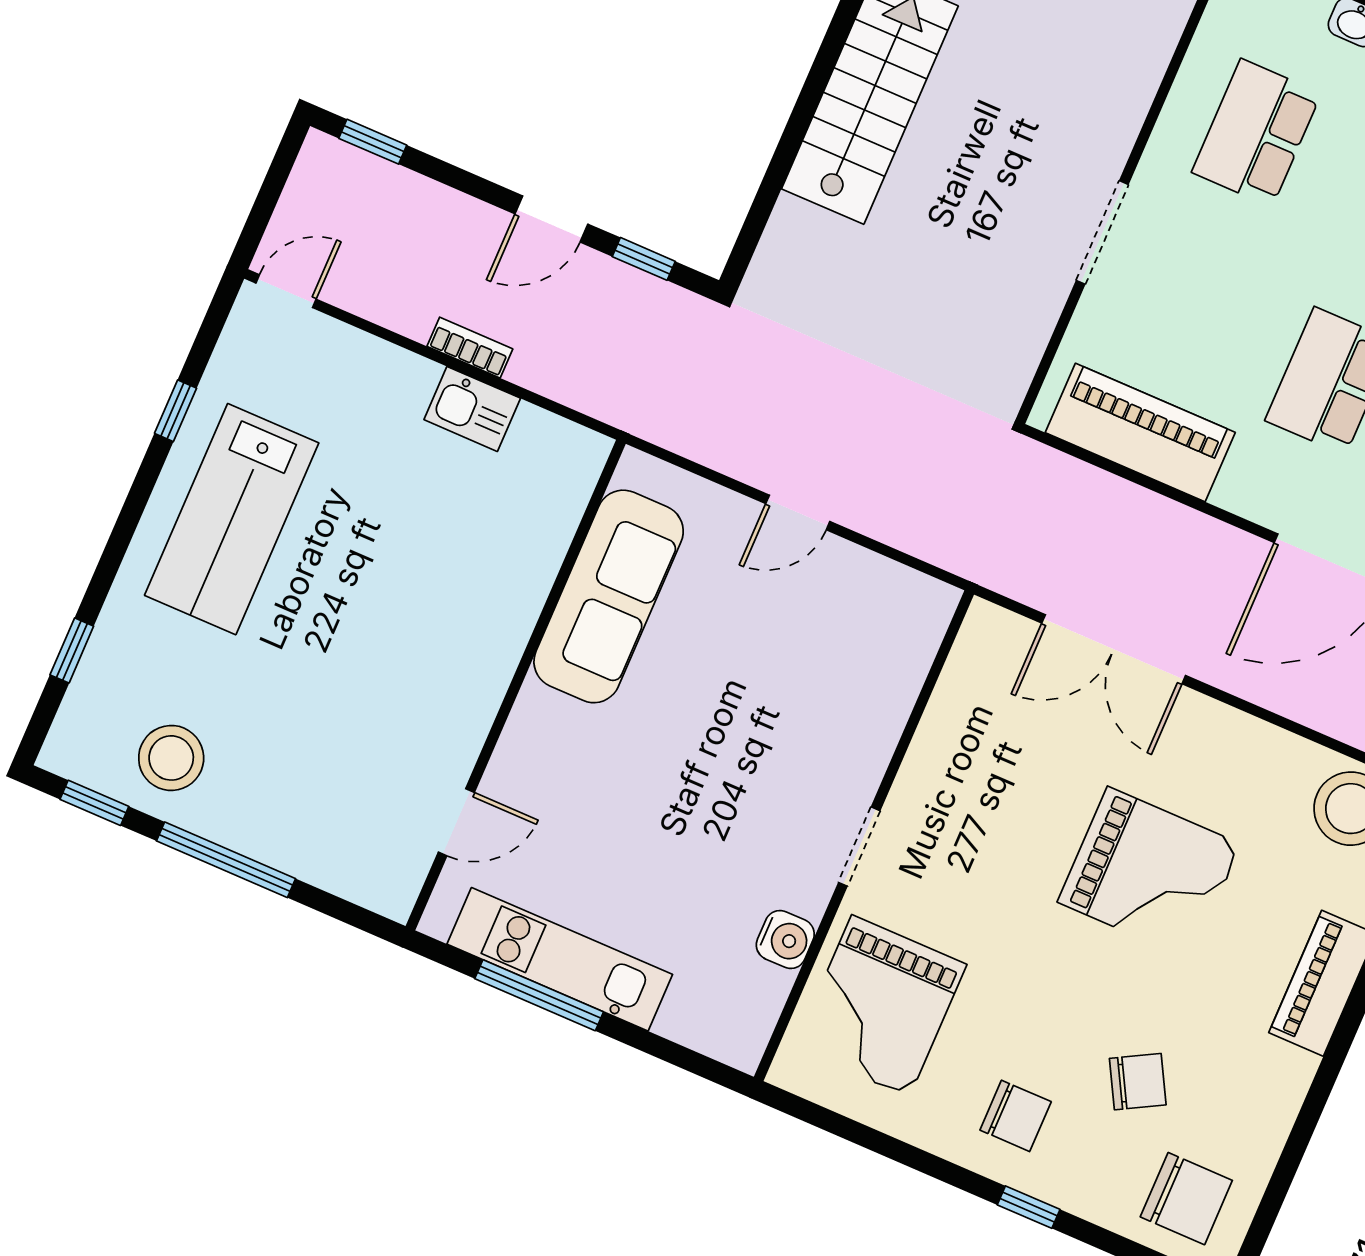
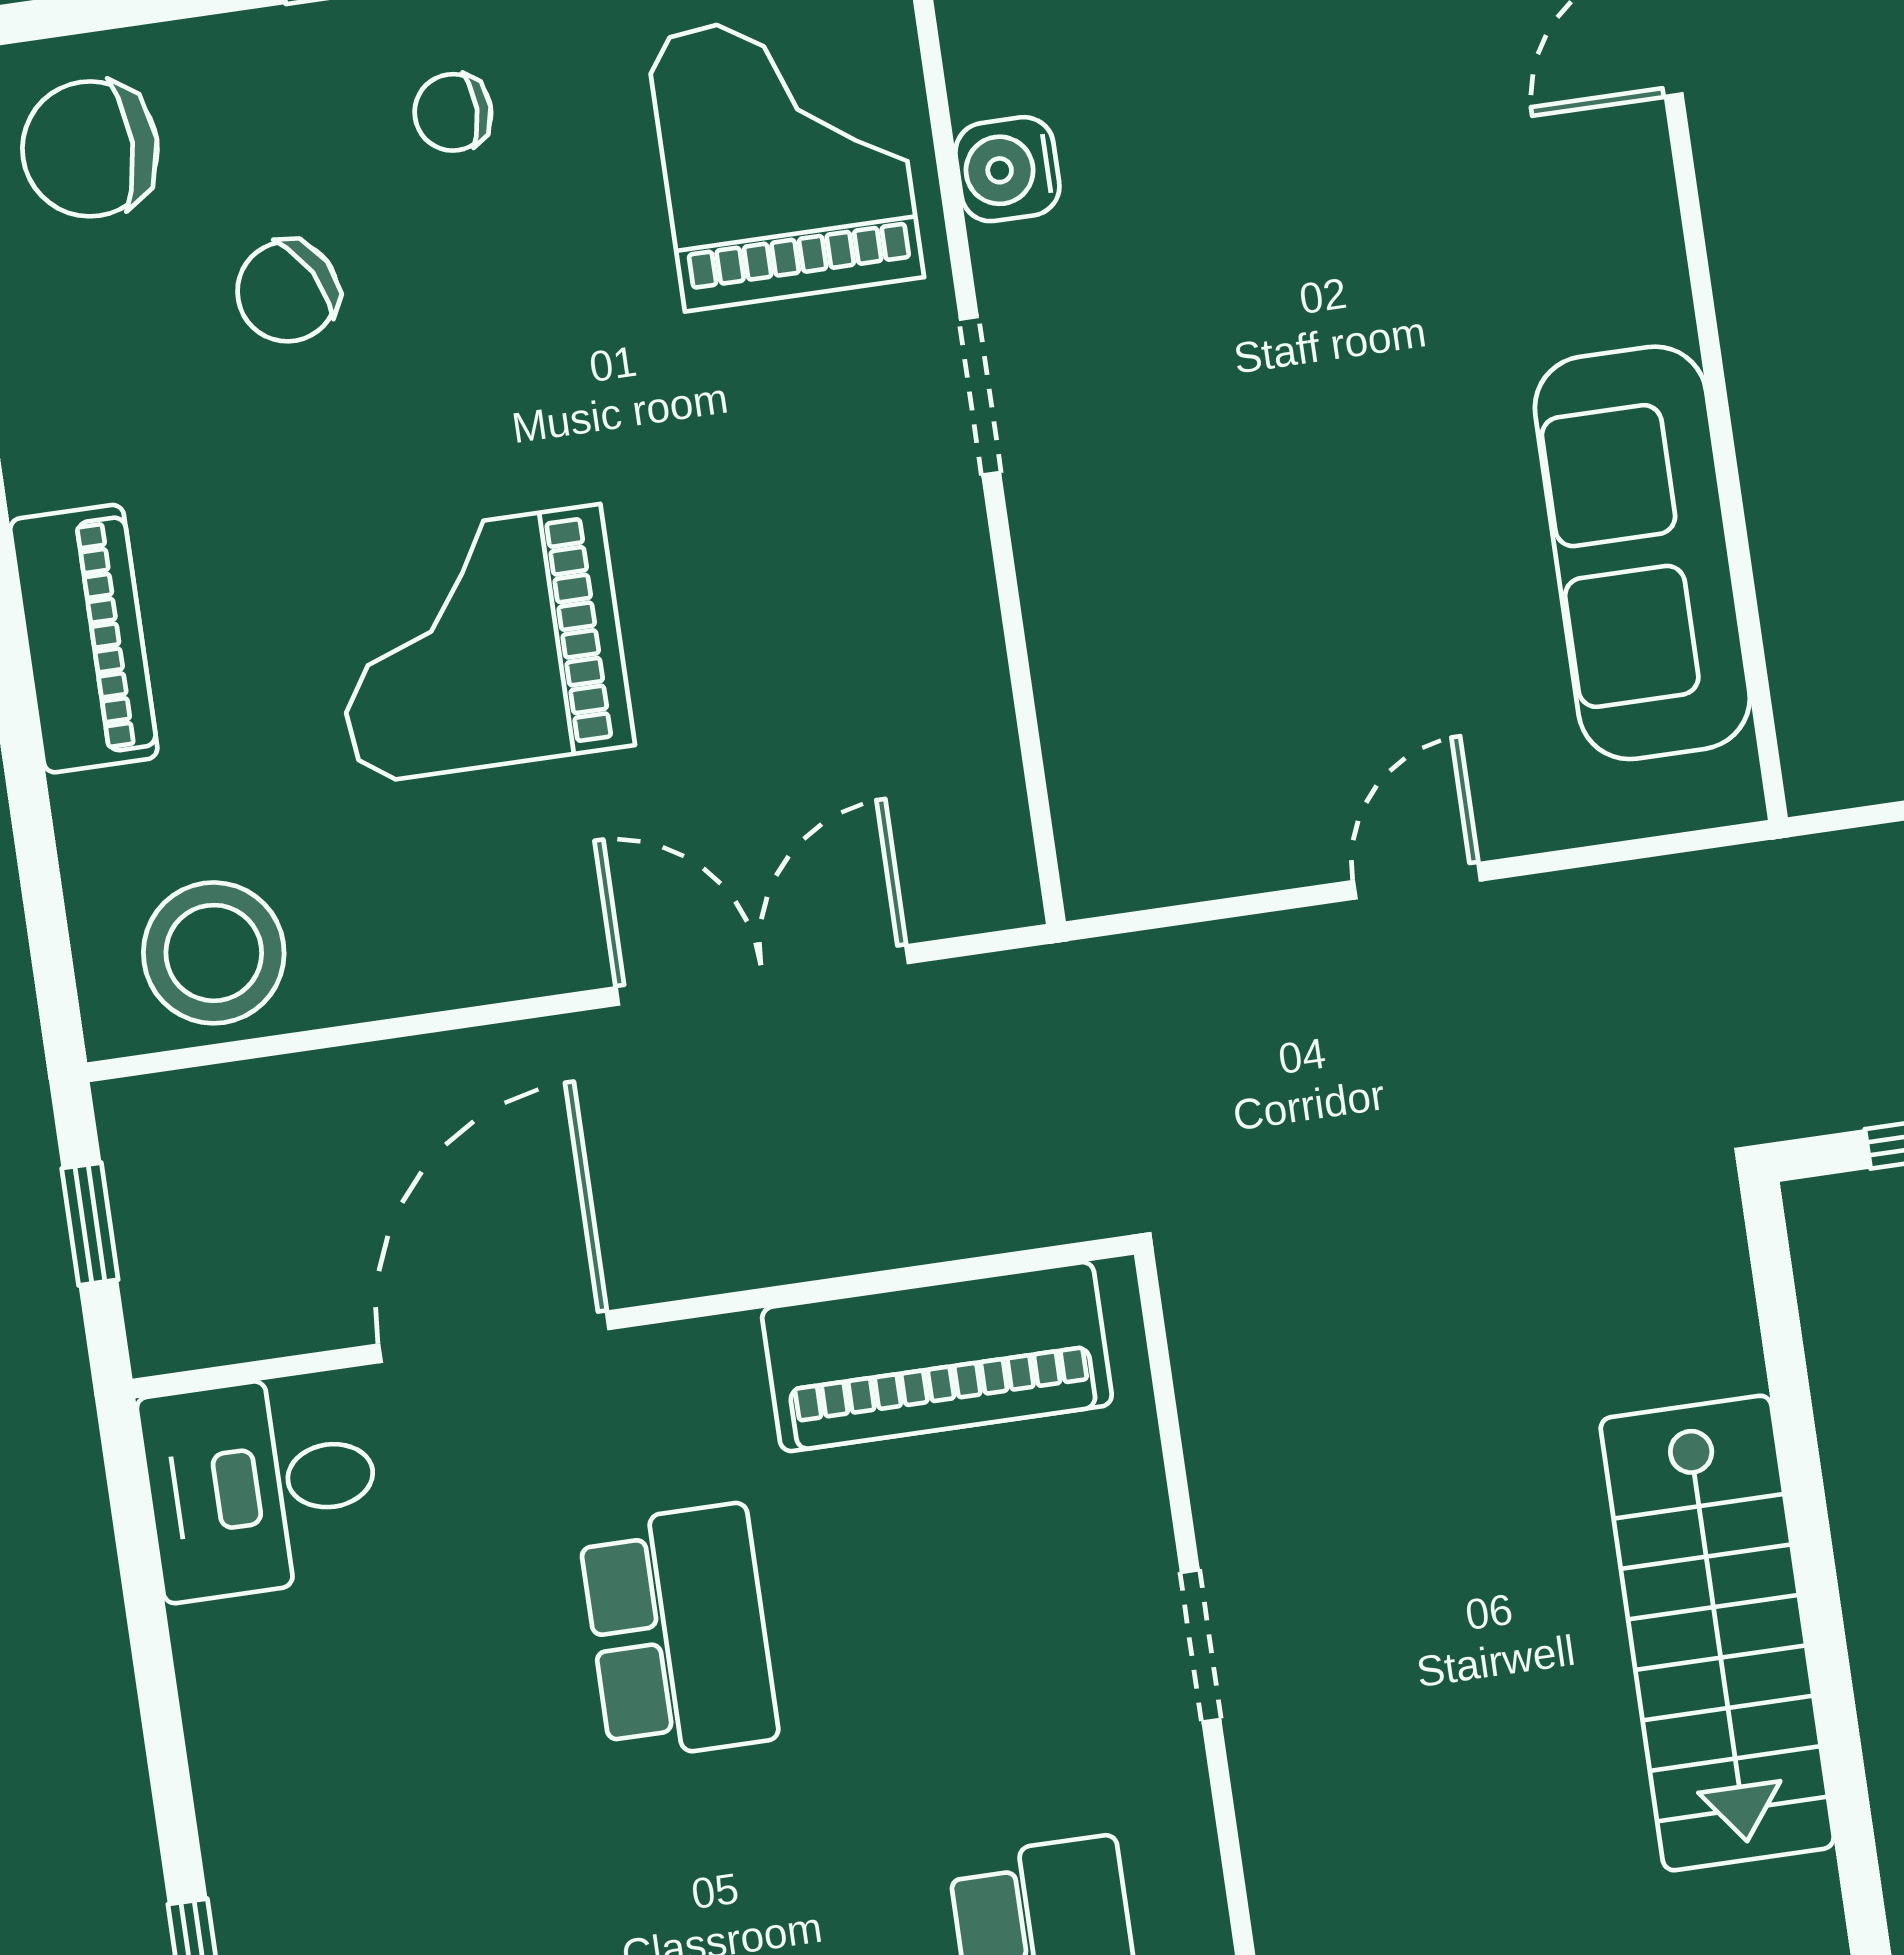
doorway: (1102, 232) -> (1201, 1646), width x0.73
chair: (1016, 1116) -> (453, 112), width x0.73, depth x0.73

